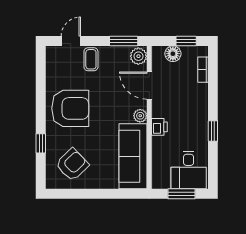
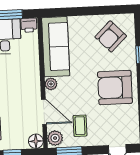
floor lamp: (173, 54) -> (36, 141), moved
coffee table: (91, 59) -> (80, 126), moved
printer: (159, 127) -> (29, 25), moved, turned -90

